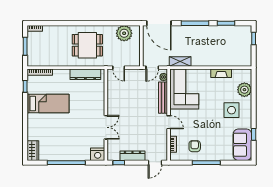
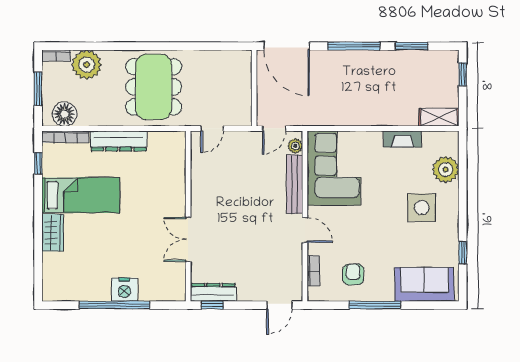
plant: (124, 33) -> (87, 65), moved
dining table: (87, 45) -> (154, 87), width x1.37
floor lamp: (39, 60) -> (64, 114), added
shelving: (180, 62) -> (439, 117), moved
door: (119, 68) -> (212, 128), hinge flipped
dresser: (85, 74) -> (119, 141), moved
double door: (106, 127) -> (188, 239), swing flipped
sofa: (242, 145) -> (424, 284), moved, turned 90
wardrobe: (33, 151) -> (53, 233), moved
nightstand: (98, 154) -> (124, 290), moved
dresser: (132, 156) -> (213, 292), moved

